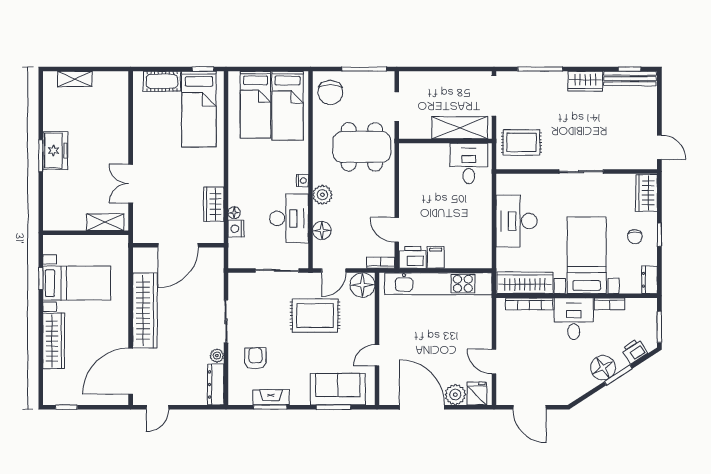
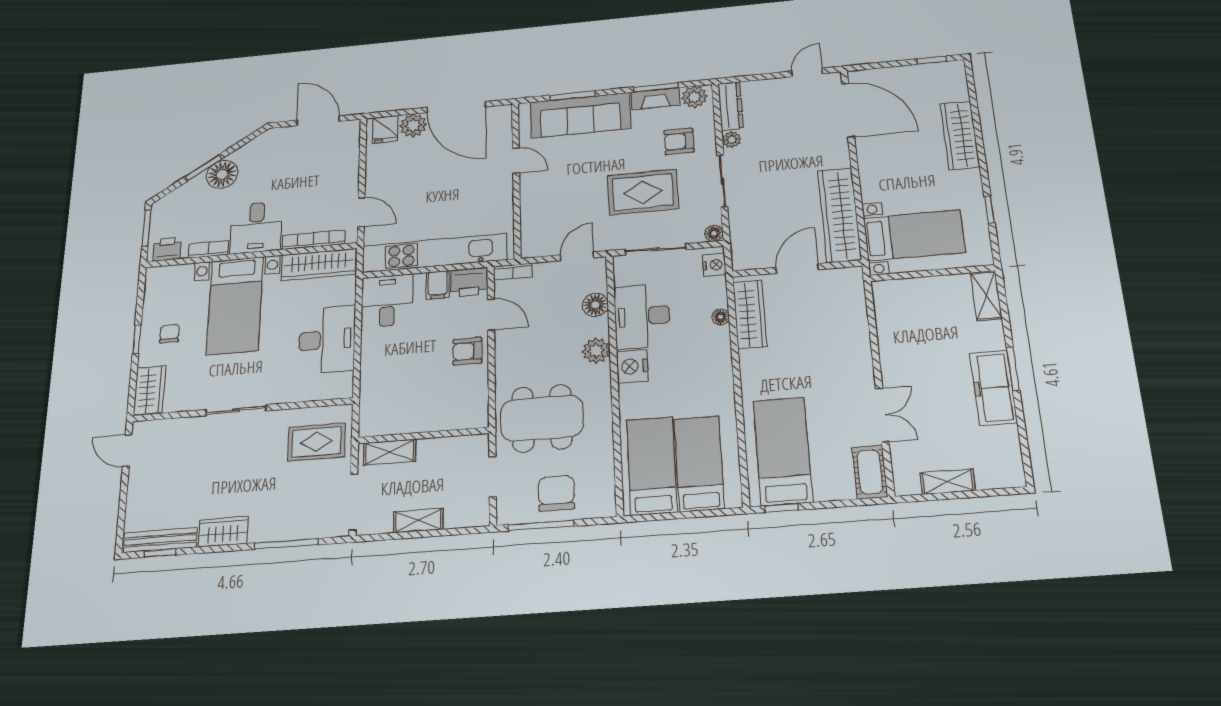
shelving: (75, 79) -> (948, 482), moved
shelving: (448, 79) -> (418, 521), added
cot: (162, 81) -> (870, 472), moved, turned 90
chair: (330, 92) -> (556, 493), moved
shelving: (460, 128) -> (390, 452), width x0.67, depth x0.75
freezer: (55, 151) -> (993, 388), width x1.40
desk: (469, 163) -> (387, 301), moved, turned 180
nightstand: (302, 180) -> (632, 366), width x1.89, depth x1.79
double door: (131, 184) -> (882, 415), moved
armchair: (414, 203) -> (467, 351), added
wardrobe: (214, 204) -> (750, 314), width x1.50
shelving: (105, 222) -> (986, 295), moved, turned 90
nightstand: (236, 229) -> (714, 265), moved
door: (178, 245) -> (797, 269), width x0.73
dresser: (649, 280) -> (154, 283), removed
bed with nightstands: (77, 283) -> (914, 235), moved, turned 180
floor lamp: (363, 285) -> (714, 233), moved, width x0.53, depth x0.53
wardrobe: (145, 311) -> (839, 215), moved
rug: (315, 316) -> (643, 192), moved
printer: (634, 351) -> (167, 249), moved, turned -147
door: (377, 355) -> (516, 161), hinge flipped
armchair: (255, 358) -> (679, 141), turned 90
door: (494, 362) -> (361, 212), moved
door: (131, 371) -> (848, 110), hinge flipped
sofa: (338, 389) -> (580, 115), width x1.36
plant: (242, 395) -> (694, 97), added

